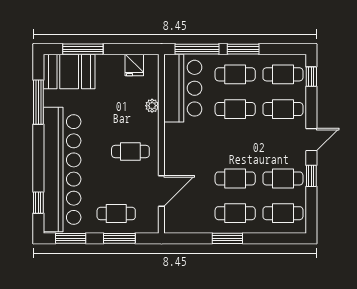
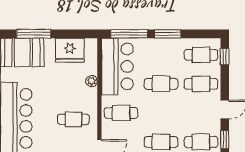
fridge: (134, 65) -> (70, 50), width x1.88, depth x1.34
cafe table: (235, 74) -> (121, 113), moved

